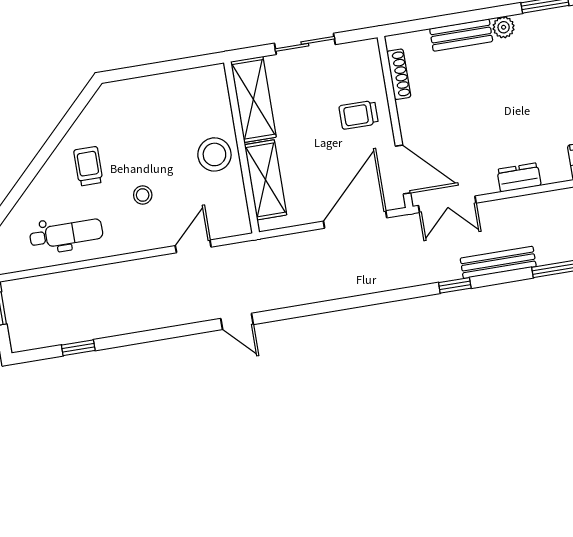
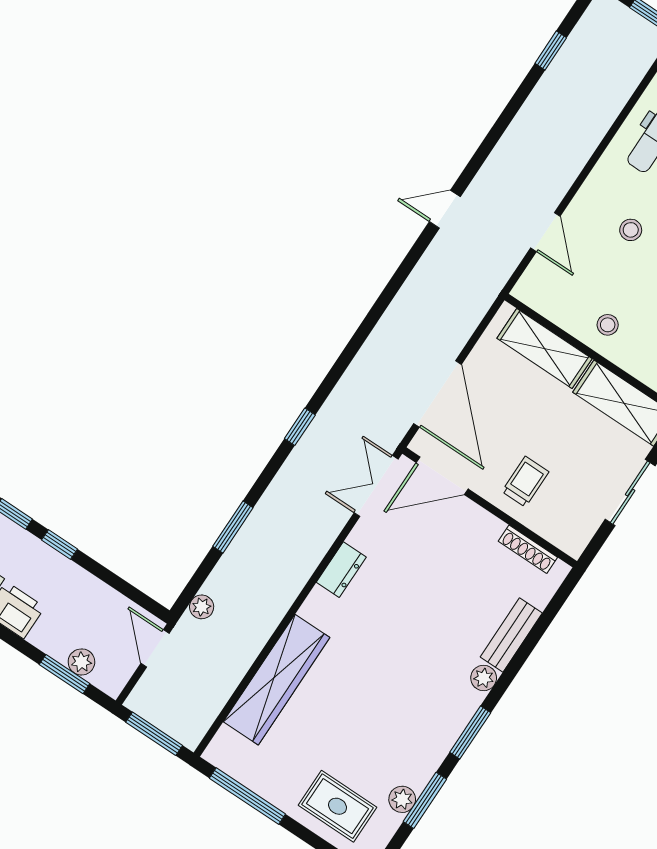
stool: (214, 154) -> (608, 325), width x0.53, depth x0.53
bench: (498, 262) -> (285, 483), removed

